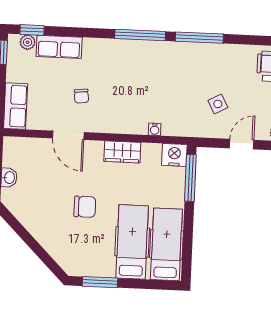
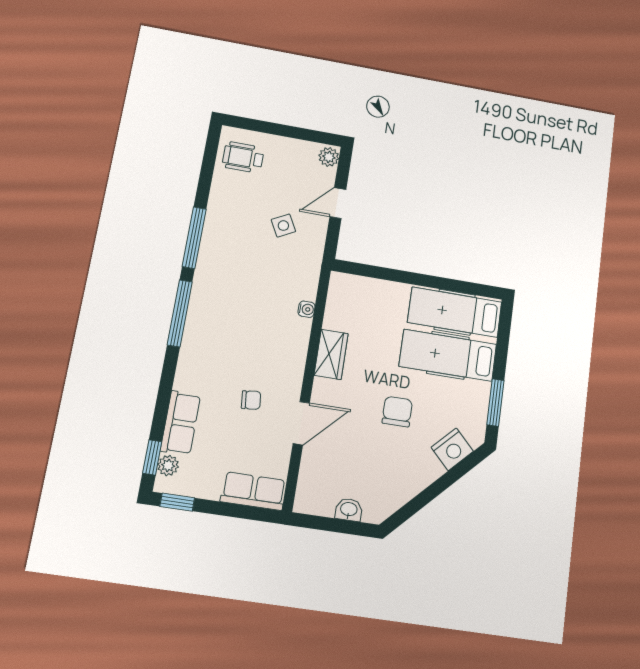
door: (242, 144) -> (338, 203), hinge flipped
nightstand: (174, 155) -> (452, 449), moved, turned -135
window: (190, 178) -> (374, 272), removed

